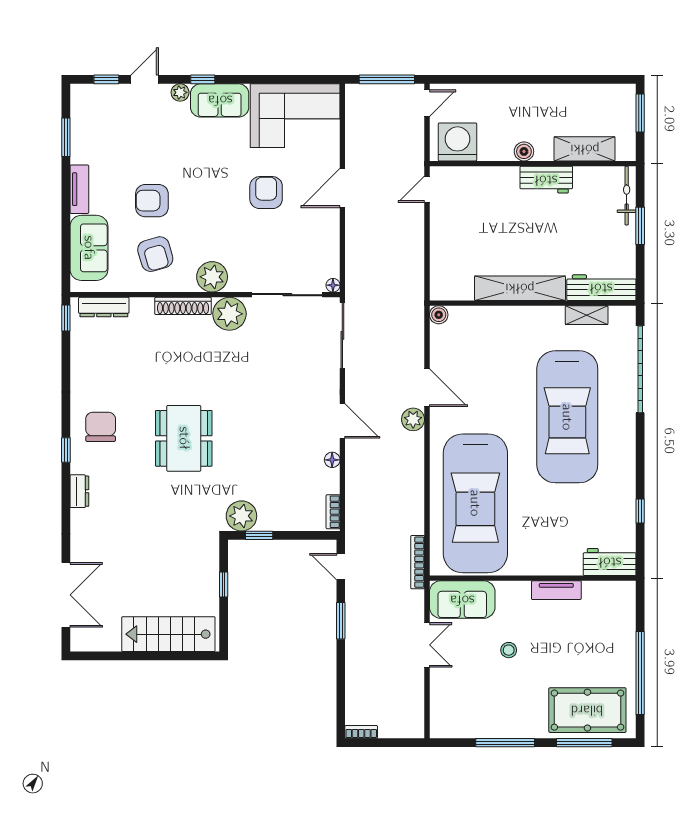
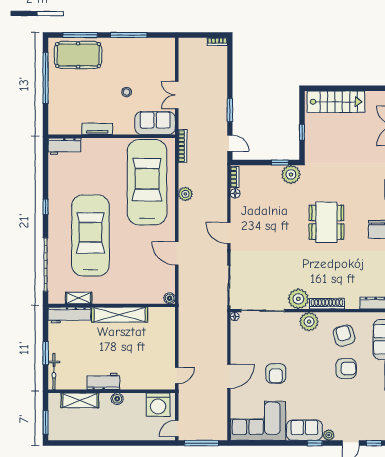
plant: (413, 419) -> (185, 194), moved
floor lamp: (332, 460) -> (235, 193), moved
window: (640, 511) -> (46, 207), moved

